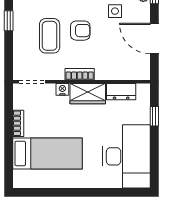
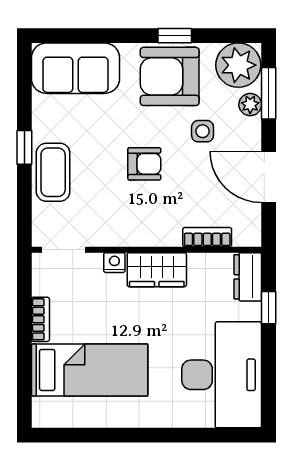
coffee table: (50, 36) -> (53, 172), moved
bookcase: (80, 74) -> (207, 237), moved
dresser: (121, 92) -> (248, 277), moved, turned 90

